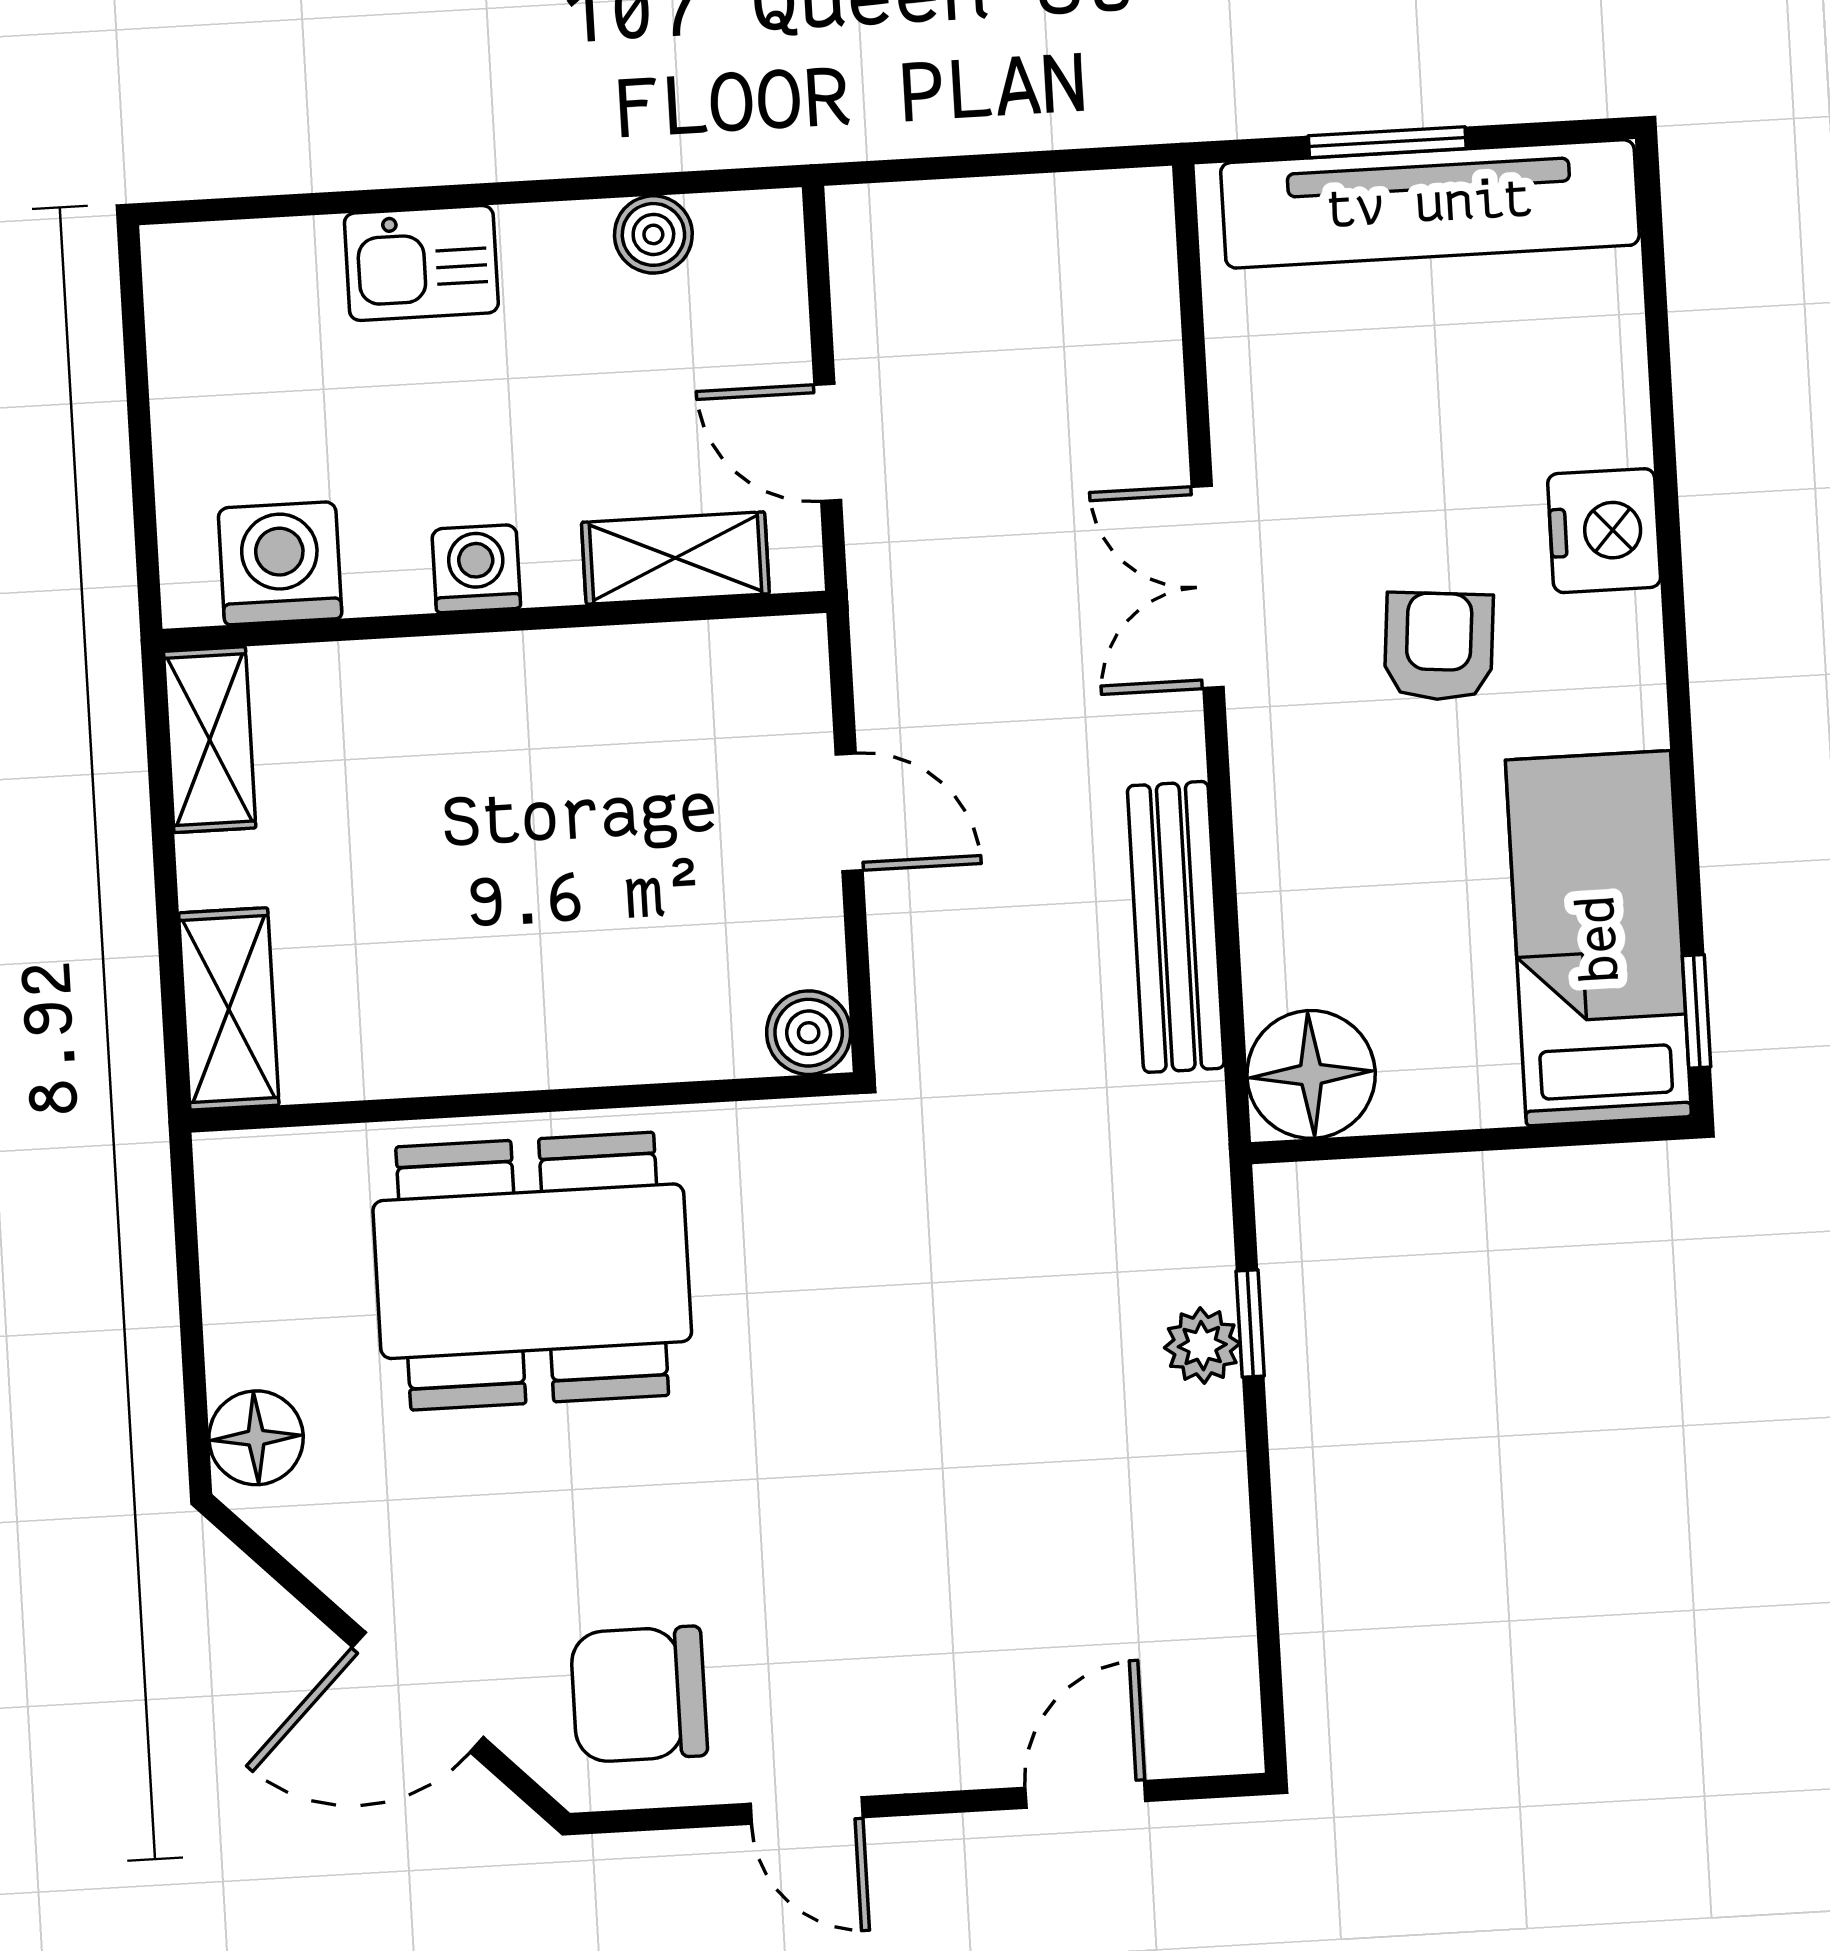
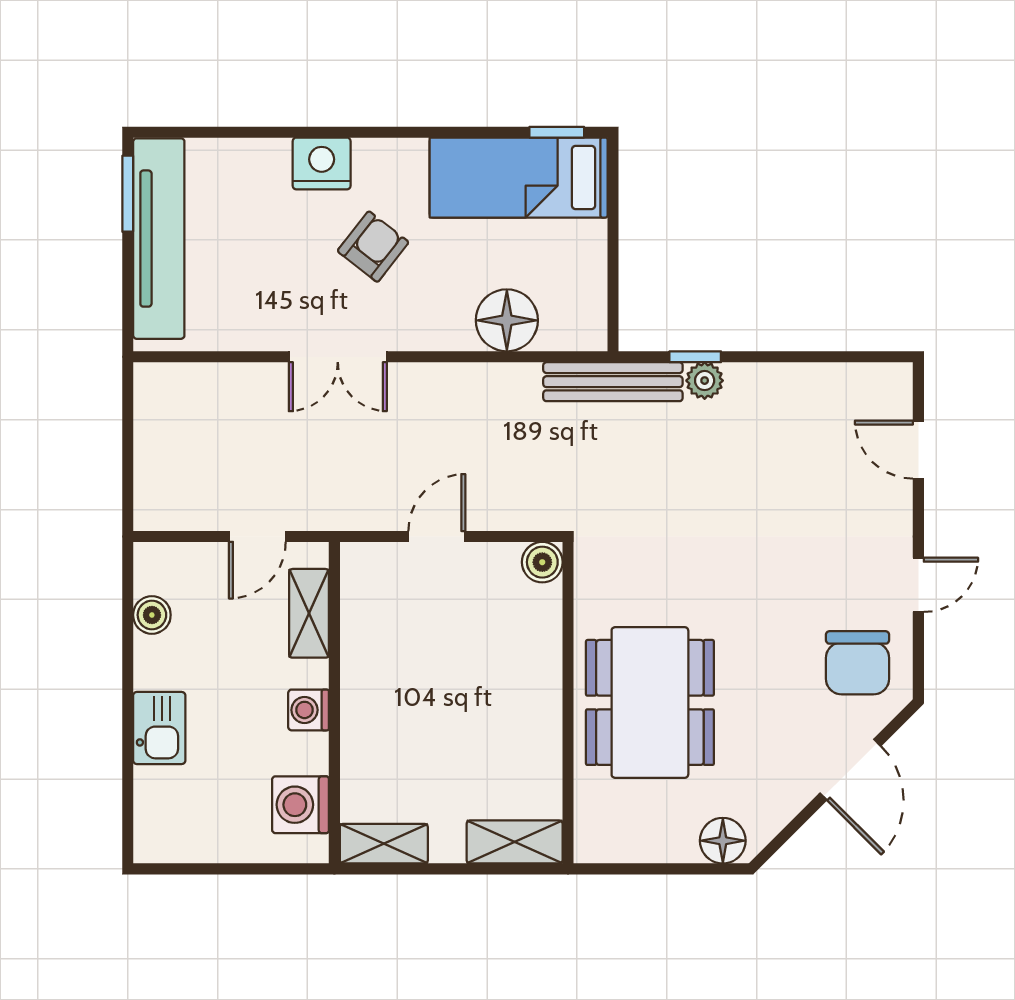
window: (1387, 142) -> (128, 194), moved
armchair: (1439, 646) -> (373, 247), turned 123
bench: (1176, 927) -> (613, 382), moved
floor lamp: (1311, 1074) -> (507, 320), moved

